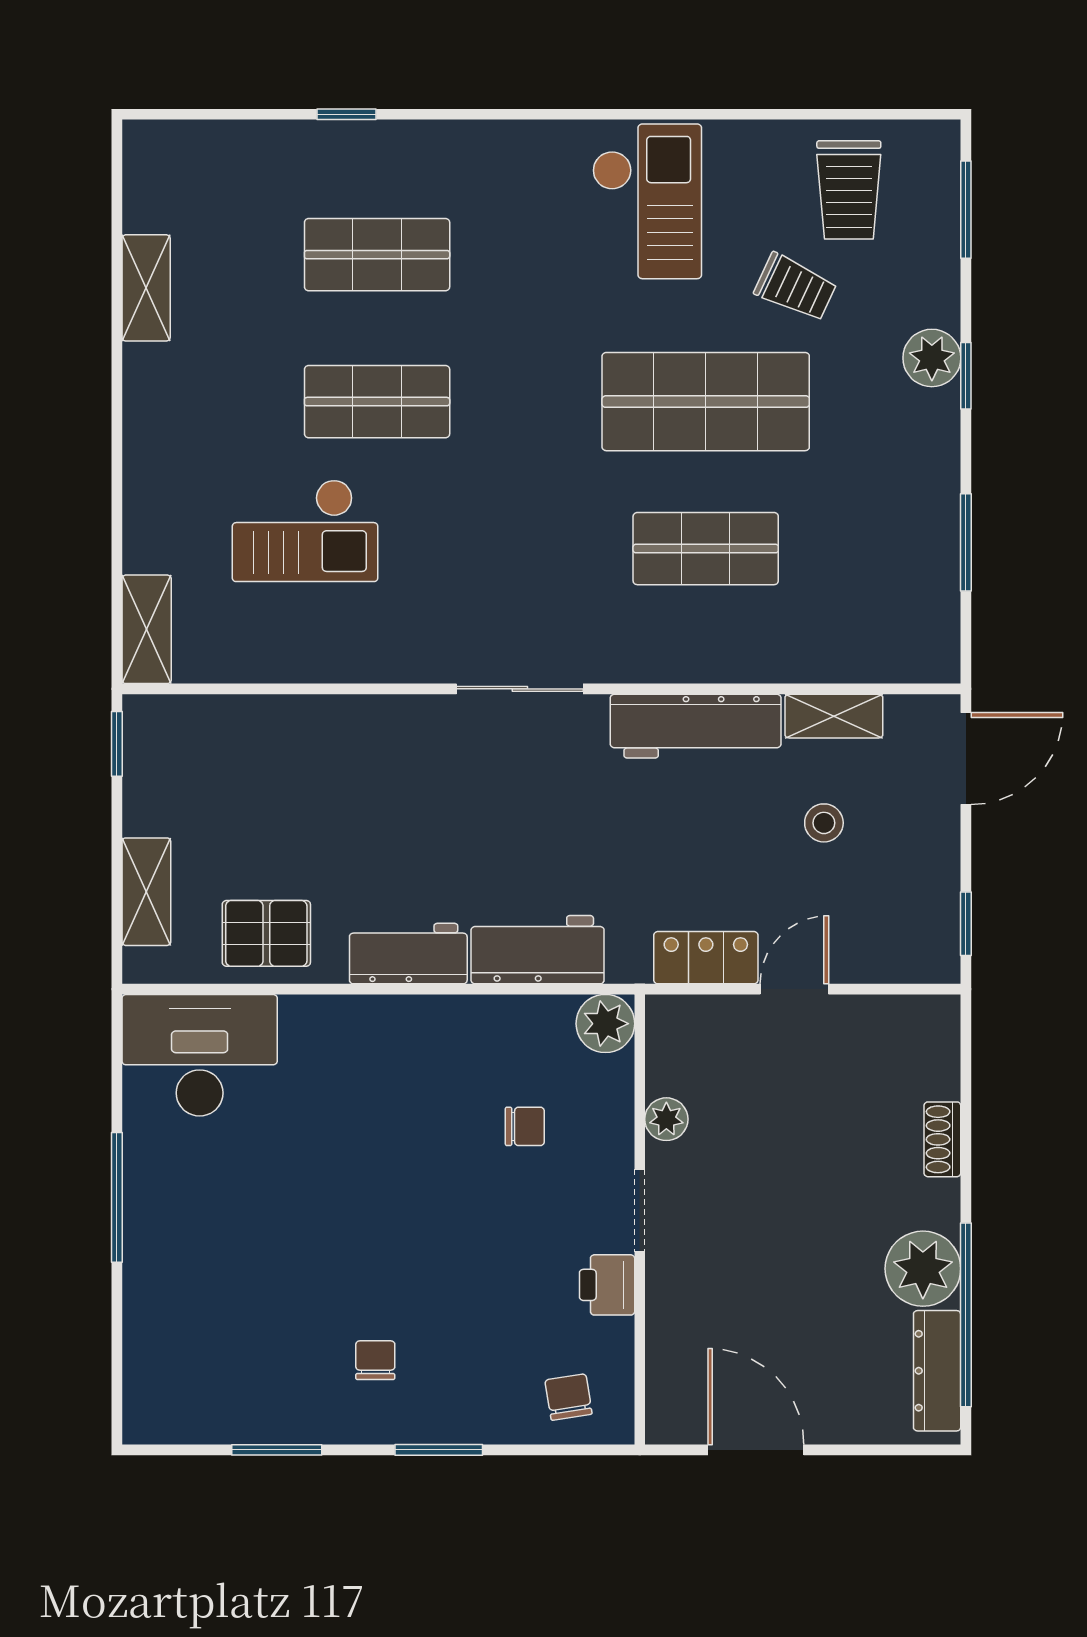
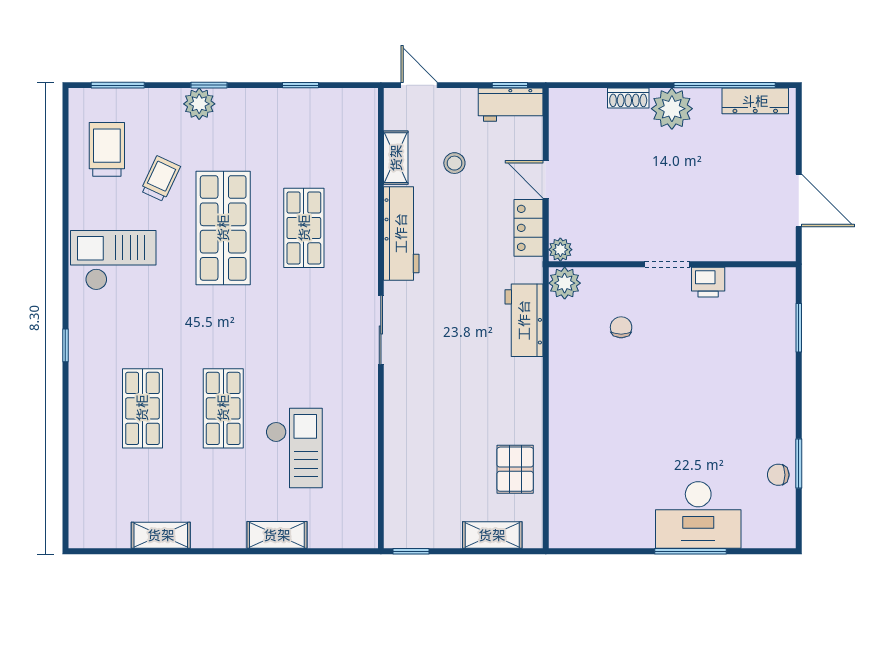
window: (346, 114) -> (65, 345), moved
trolley: (849, 190) -> (107, 149), turned -90
window: (966, 542) -> (300, 85), width x0.67
shelving: (147, 629) -> (277, 535), moved
door: (966, 759) -> (419, 85), width x0.73
workbench: (408, 954) -> (511, 105), moved, turned -90
desk: (200, 1055) -> (698, 515), moved, turned -90
plant: (666, 1119) -> (560, 250), moved
window: (117, 1197) -> (690, 551), moved
plant: (923, 1269) -> (672, 109), moved
chair: (375, 1360) -> (778, 475), moved
chair: (569, 1397) -> (770, 303), removed
window: (439, 1450) -> (799, 328), moved
door: (756, 1450) -> (799, 200), swing flipped

